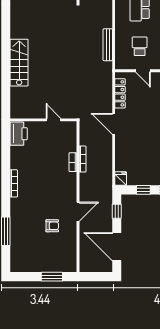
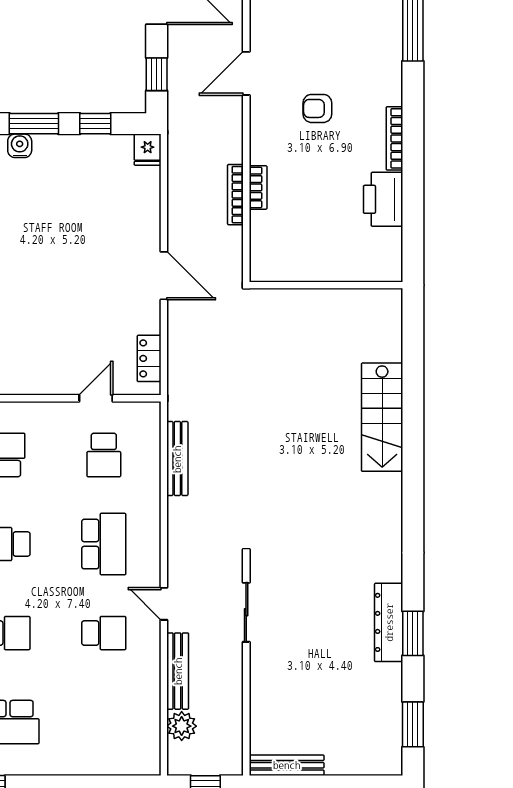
door: (143, 71) -> (96, 398), hinge flipped
locker: (120, 93) -> (149, 358), width x0.66
door: (54, 120) -> (303, 285), removed
printer: (19, 134) -> (383, 199), moved
armchair: (52, 226) -> (317, 108), moved

